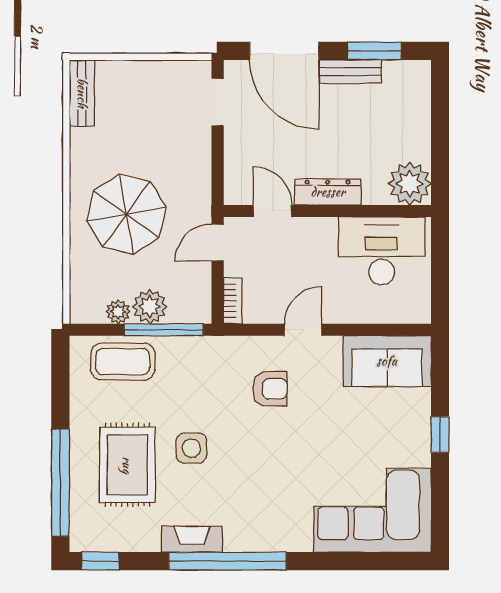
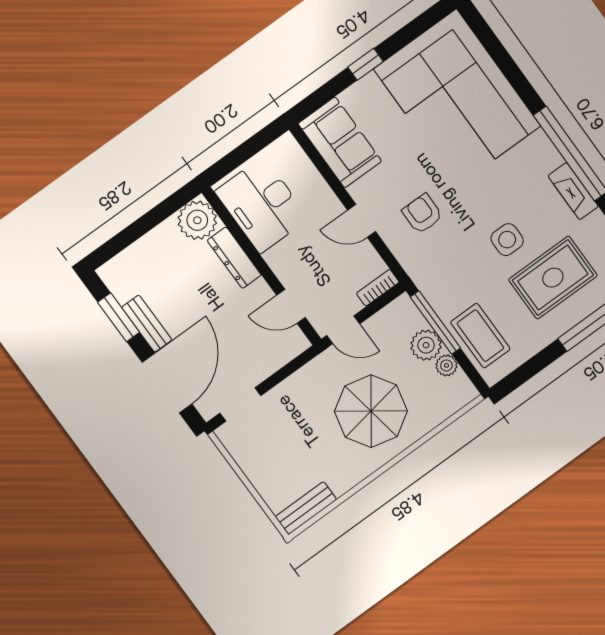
dresser: (328, 192) -> (234, 258), moved
door: (272, 211) -> (291, 306), hinge flipped
corner sofa: (372, 510) -> (457, 98), width x1.36, depth x1.36

